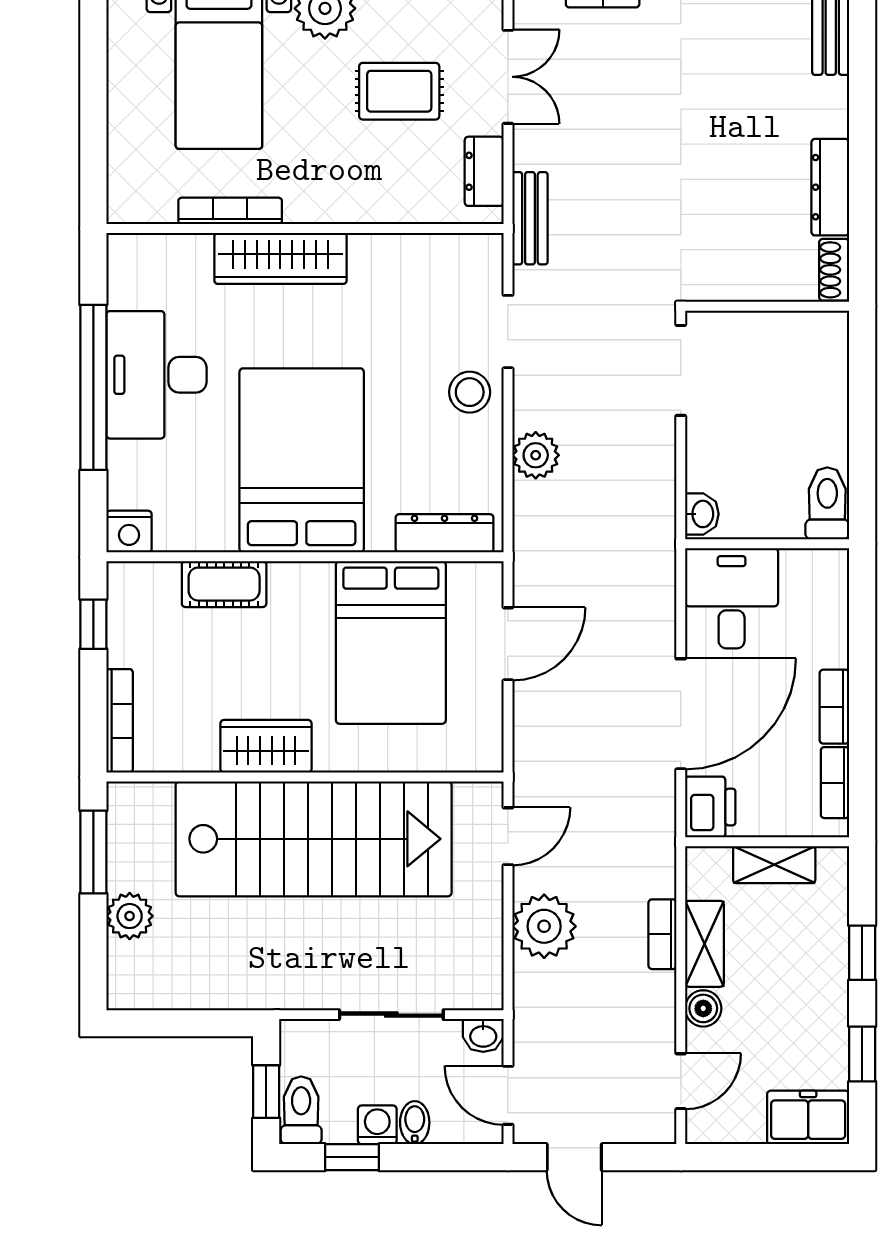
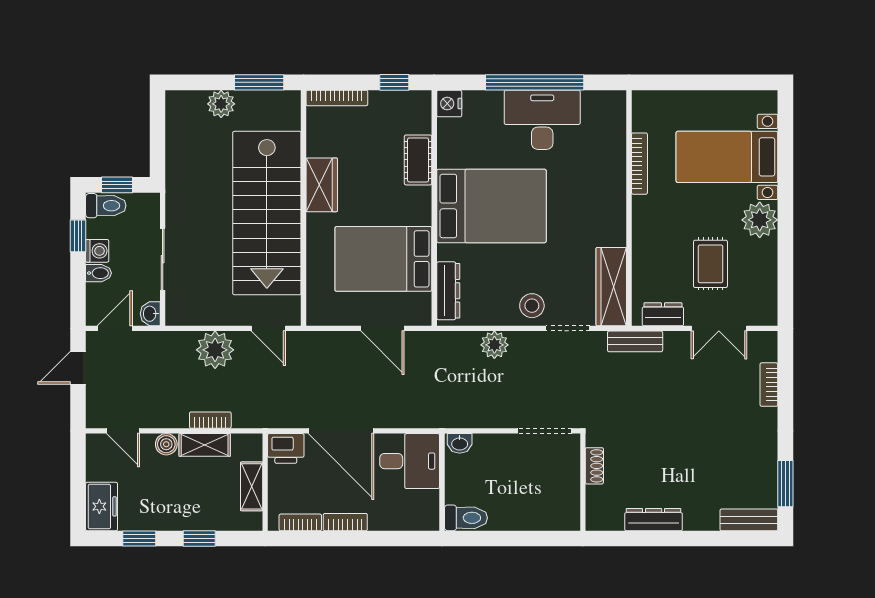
wardrobe: (280, 258) -> (611, 287), moved
shoe rack: (834, 270) -> (594, 466), moved, turned 90

